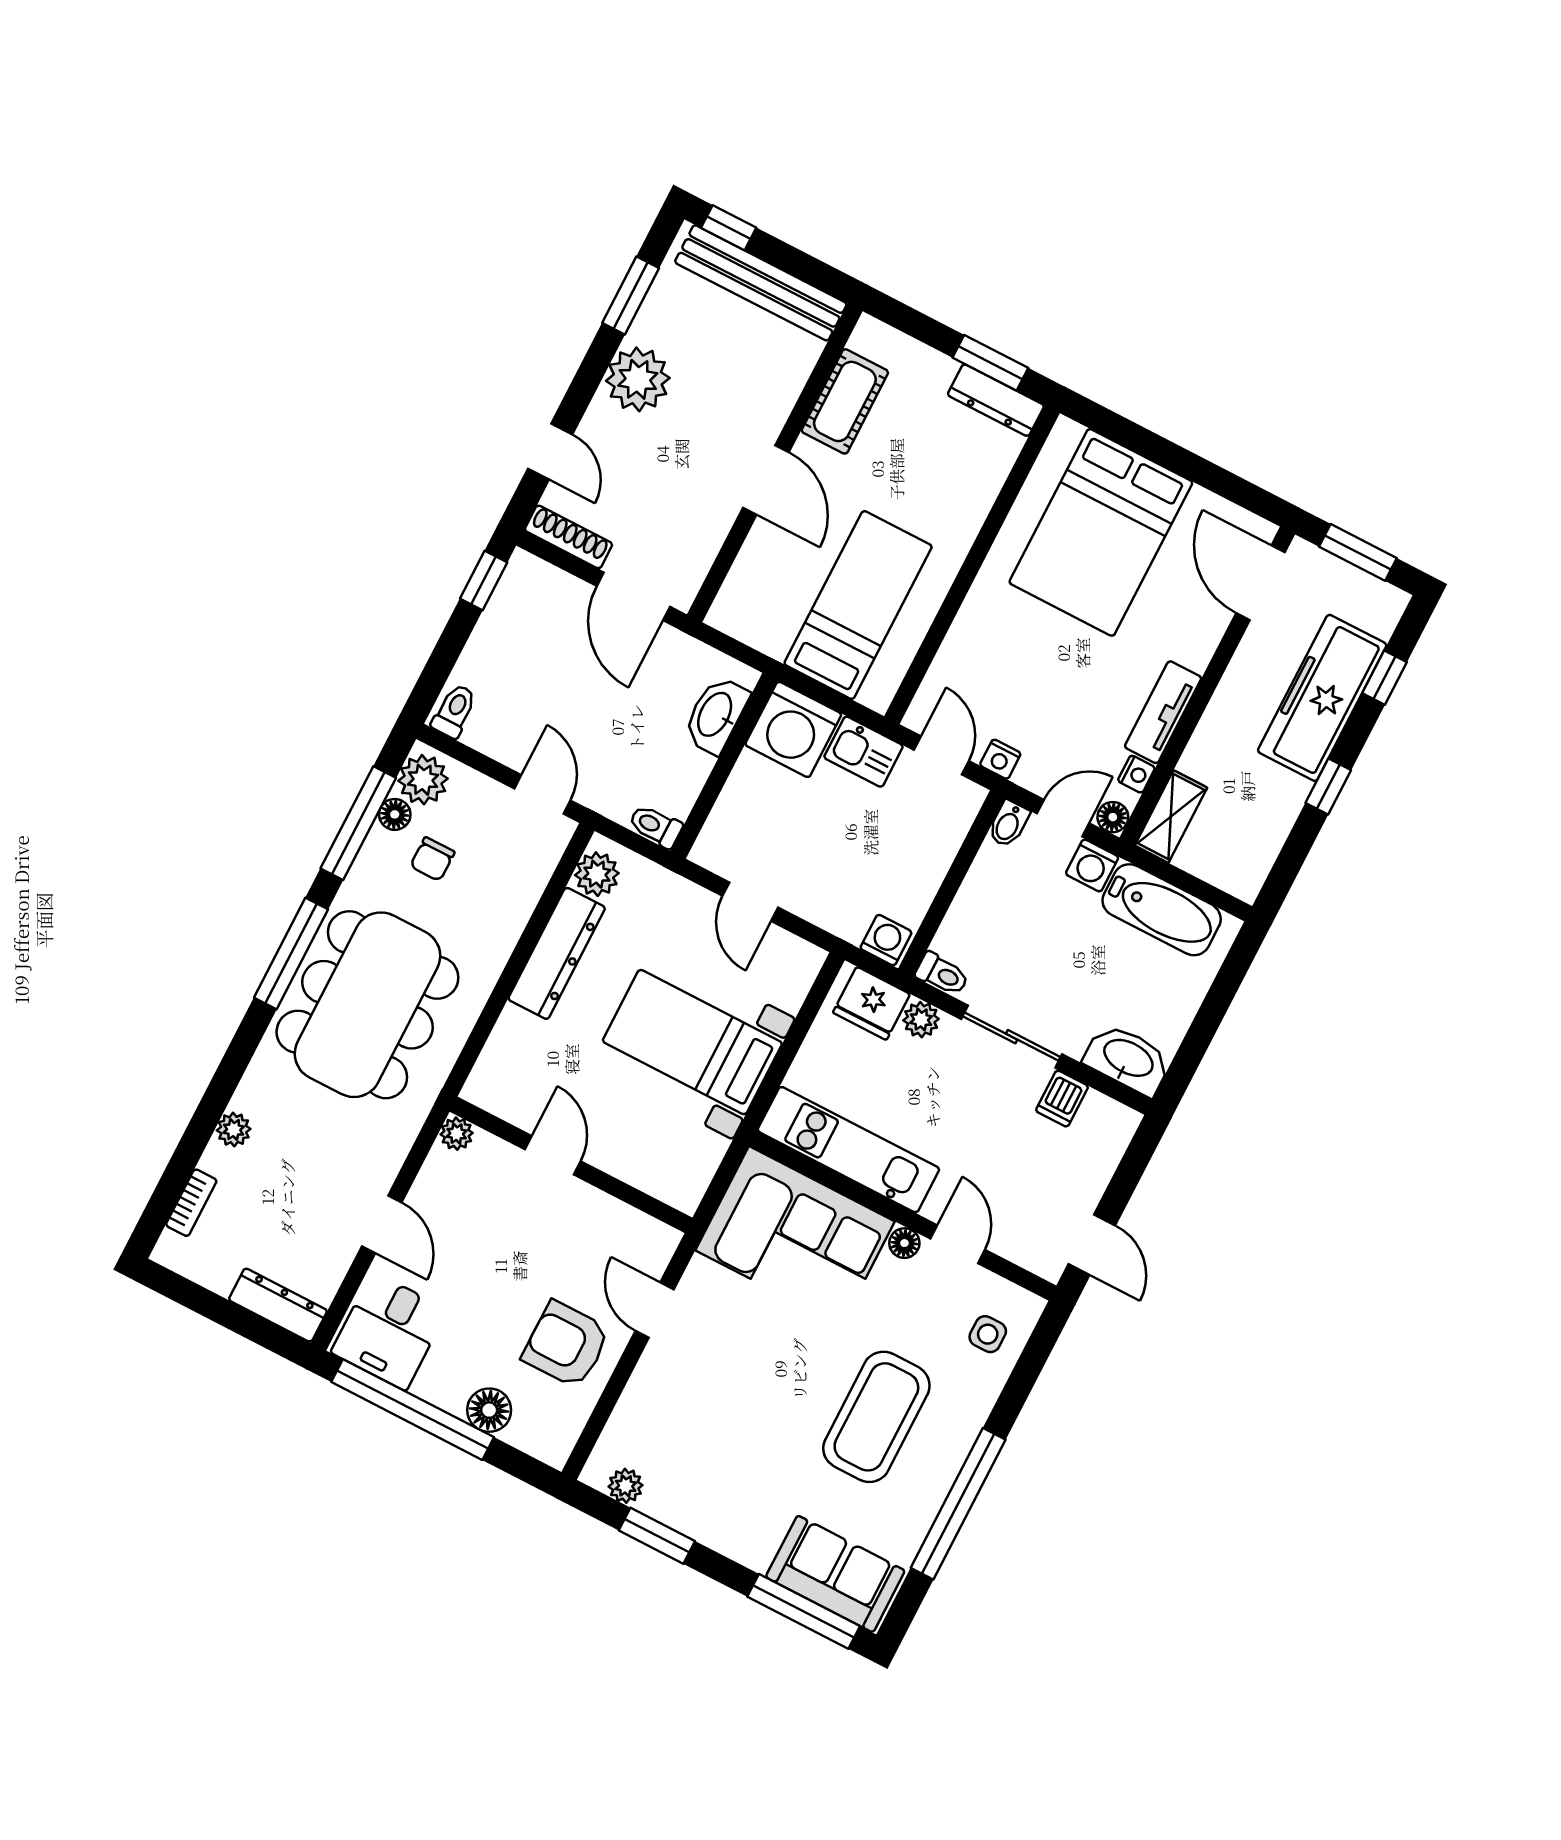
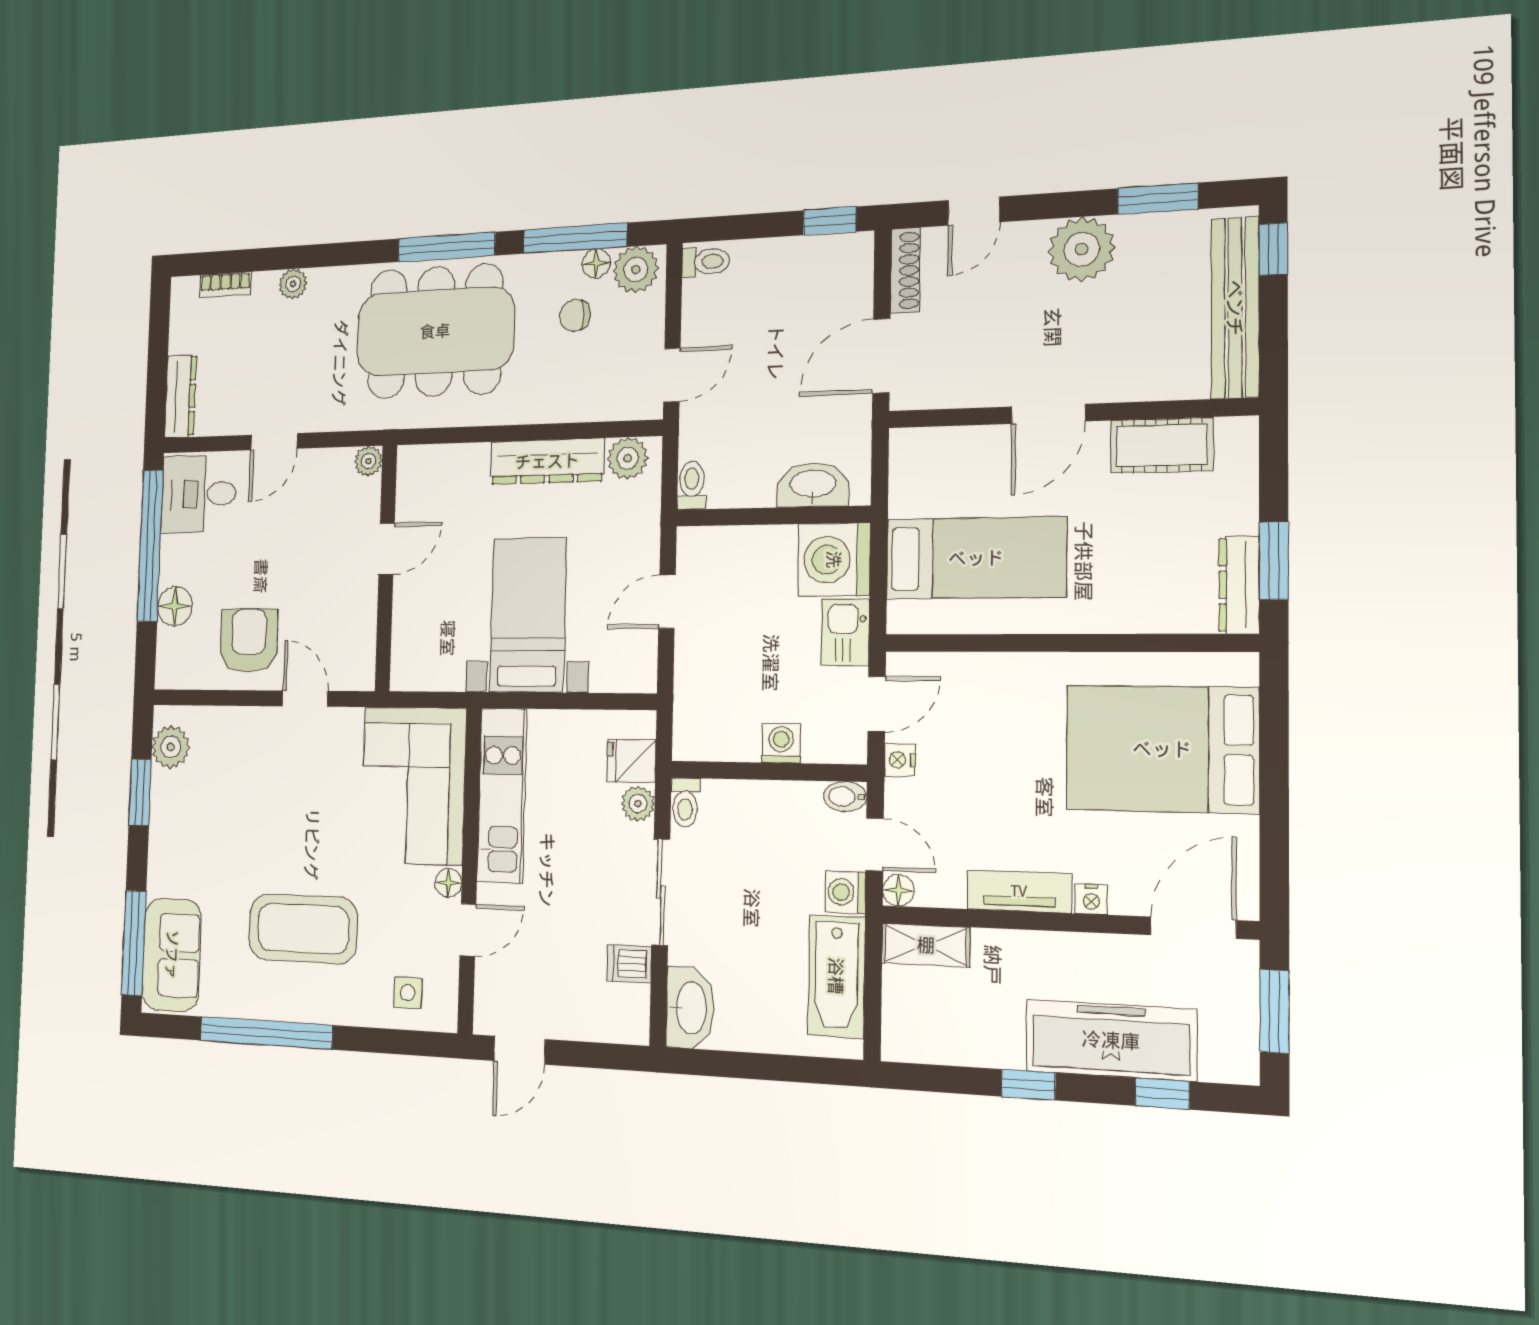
nightstand: (1136, 774) -> (1091, 899), moved
washing machine: (886, 940) -> (781, 743), moved, turned -90
fridge: (871, 1003) -> (631, 761), width x0.72
door: (655, 1310) -> (305, 699), hinge flipped
plant: (626, 1486) -> (171, 747), width x1.38, depth x1.38

